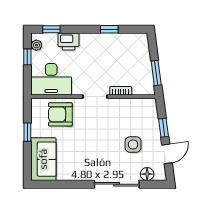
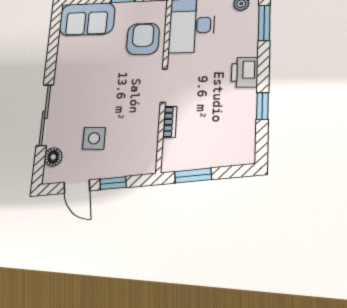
window: (51, 29) -> (264, 23), width x1.50
printer: (69, 41) -> (245, 72), moved

